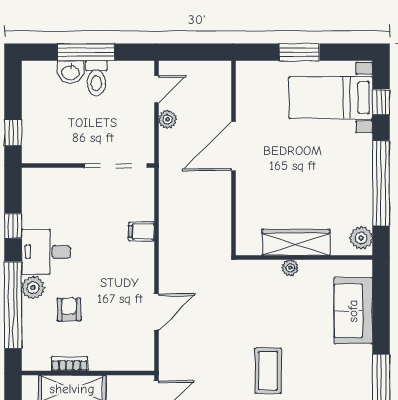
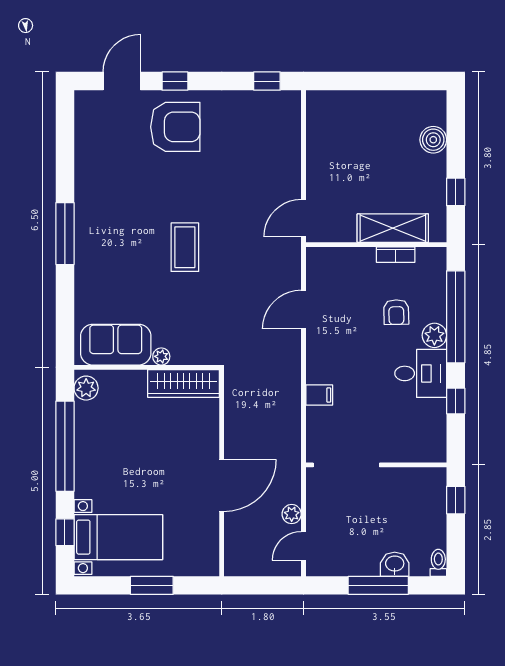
toilet: (96, 78) -> (438, 563), moved, width x0.73, depth x0.72
wardrobe: (296, 242) -> (183, 383), moved
sofa: (353, 311) -> (116, 345), moved, turned -90

